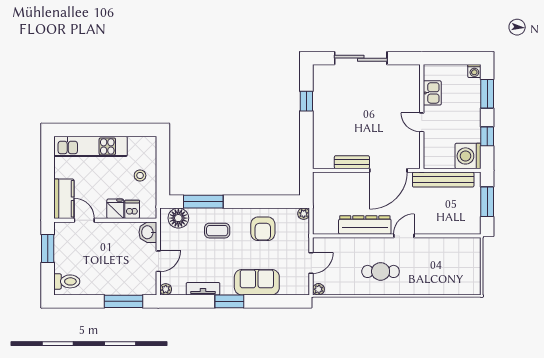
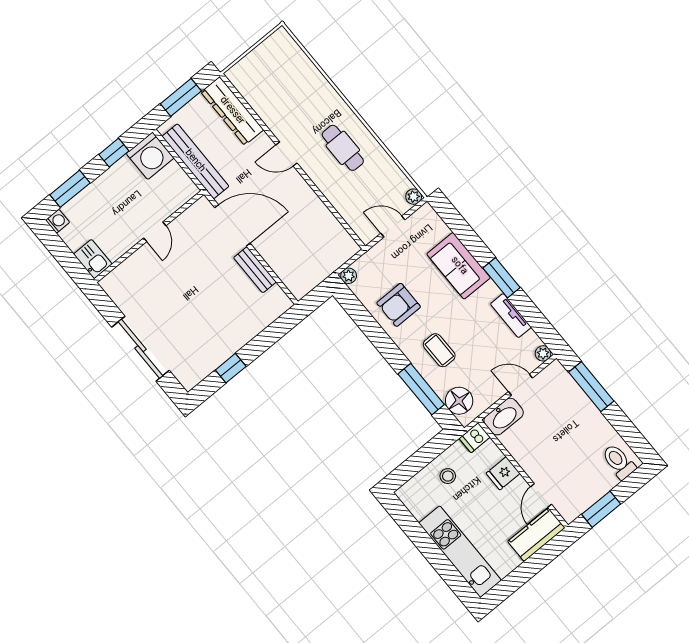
kitchen sink: (432, 93) -> (93, 259), moved, turned 90
dishwasher: (132, 209) -> (475, 438), moved
dresser: (365, 225) -> (232, 111), moved
armchair: (263, 229) -> (399, 305), turned 180
washbasin: (148, 232) -> (504, 417), width x1.38

